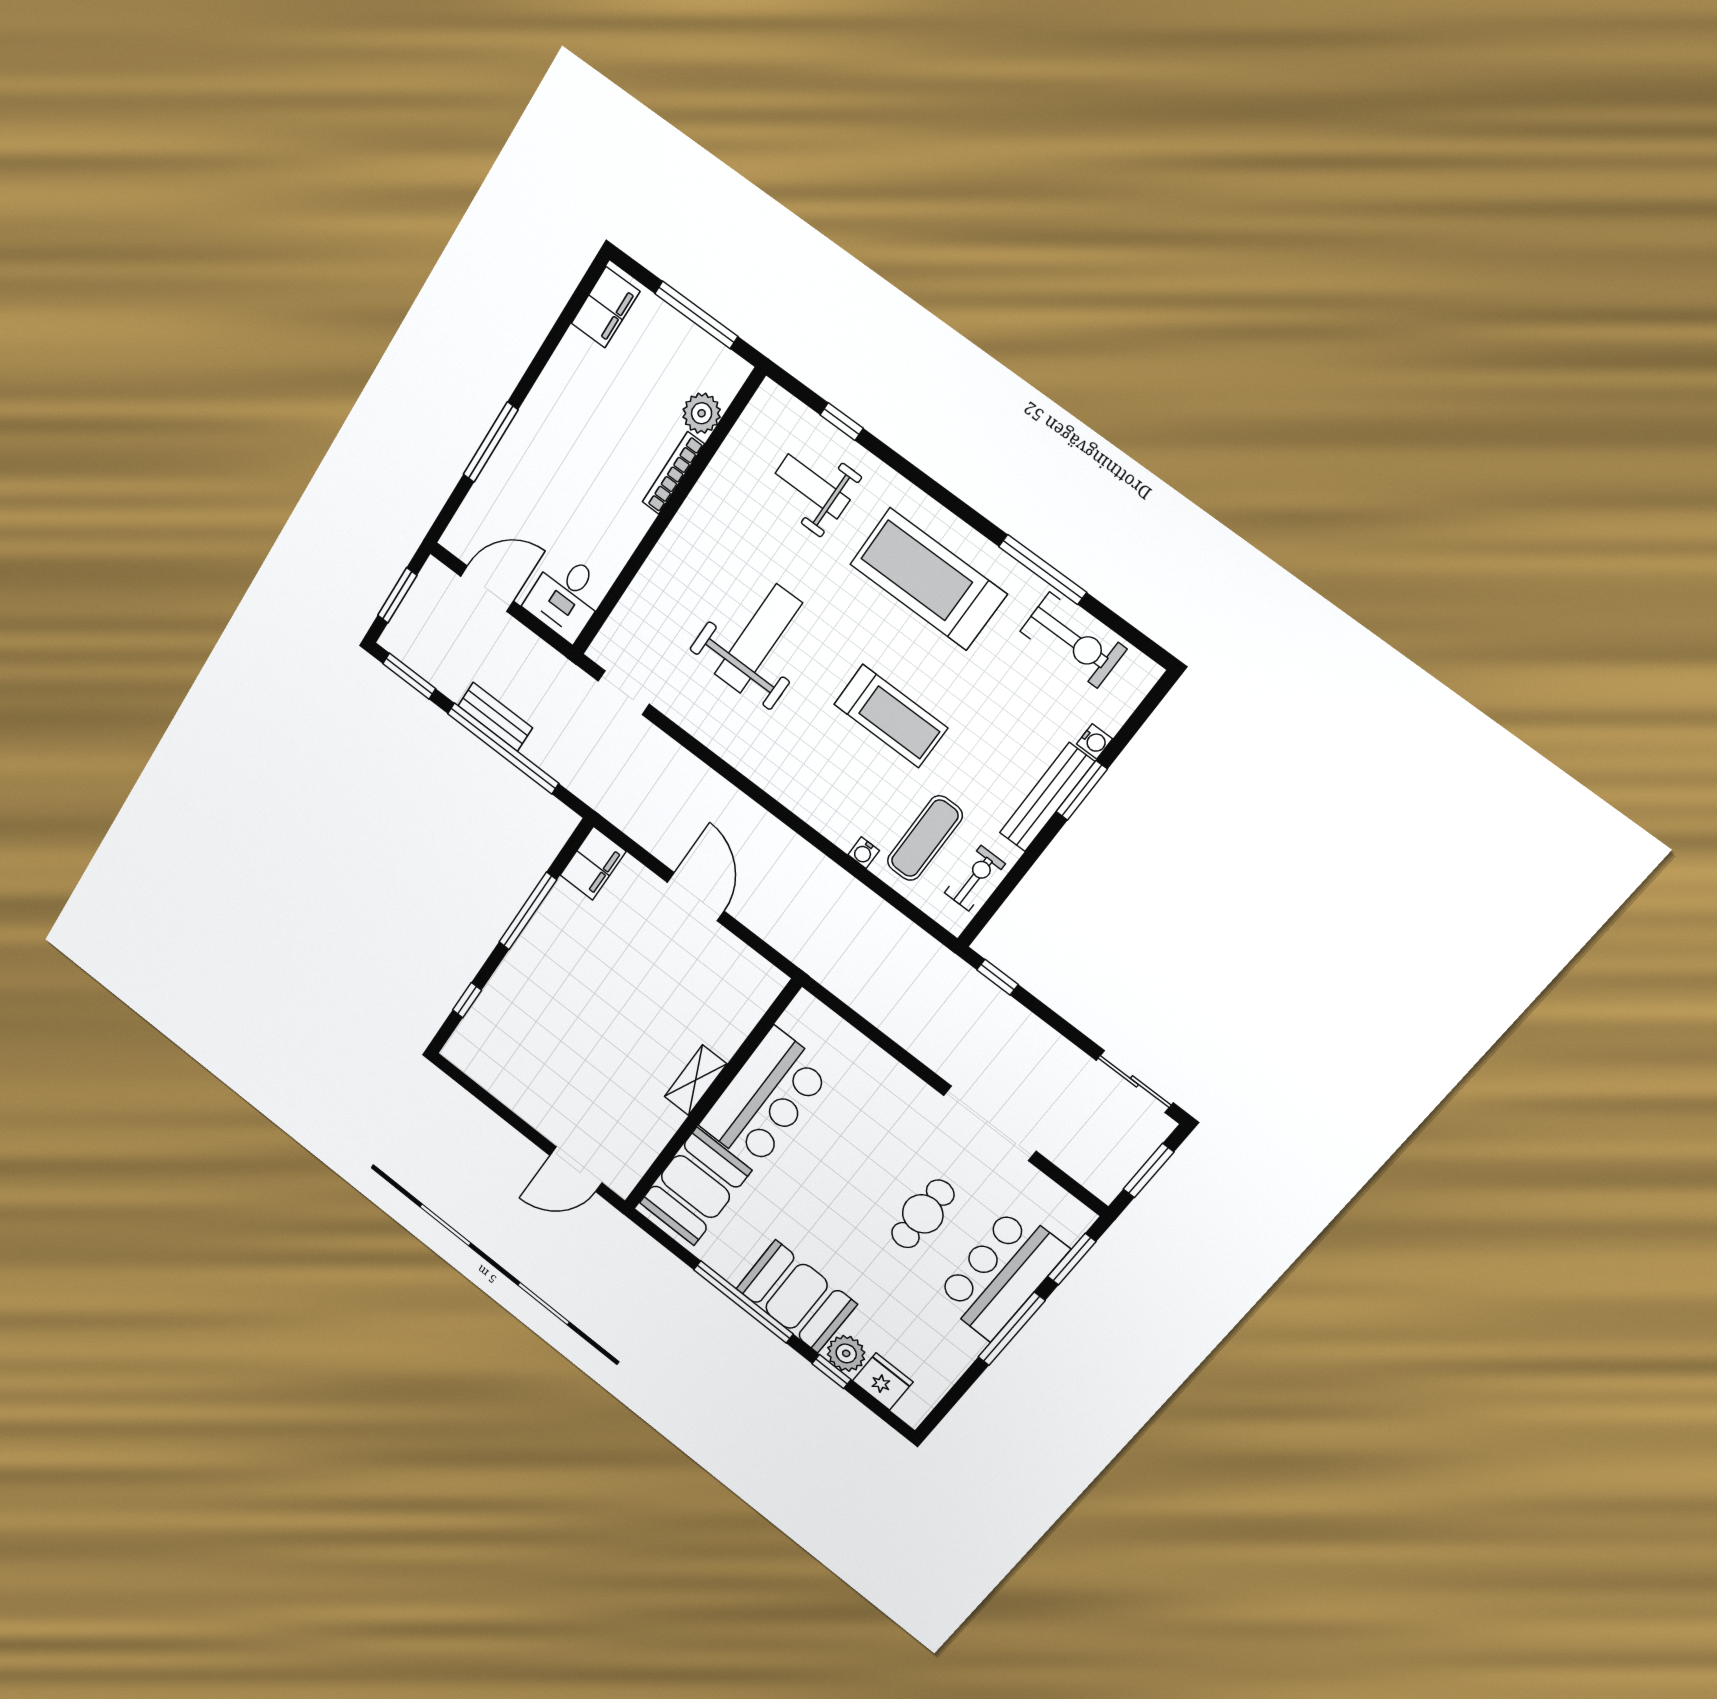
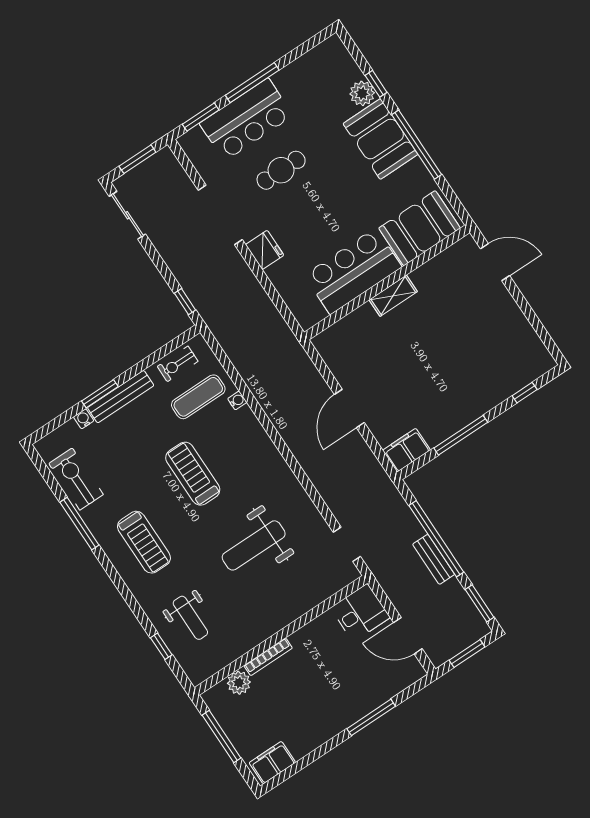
treadmill: (928, 579) -> (144, 542), width x0.73, depth x0.73
fridge: (883, 1381) -> (265, 250), moved, turned 180

